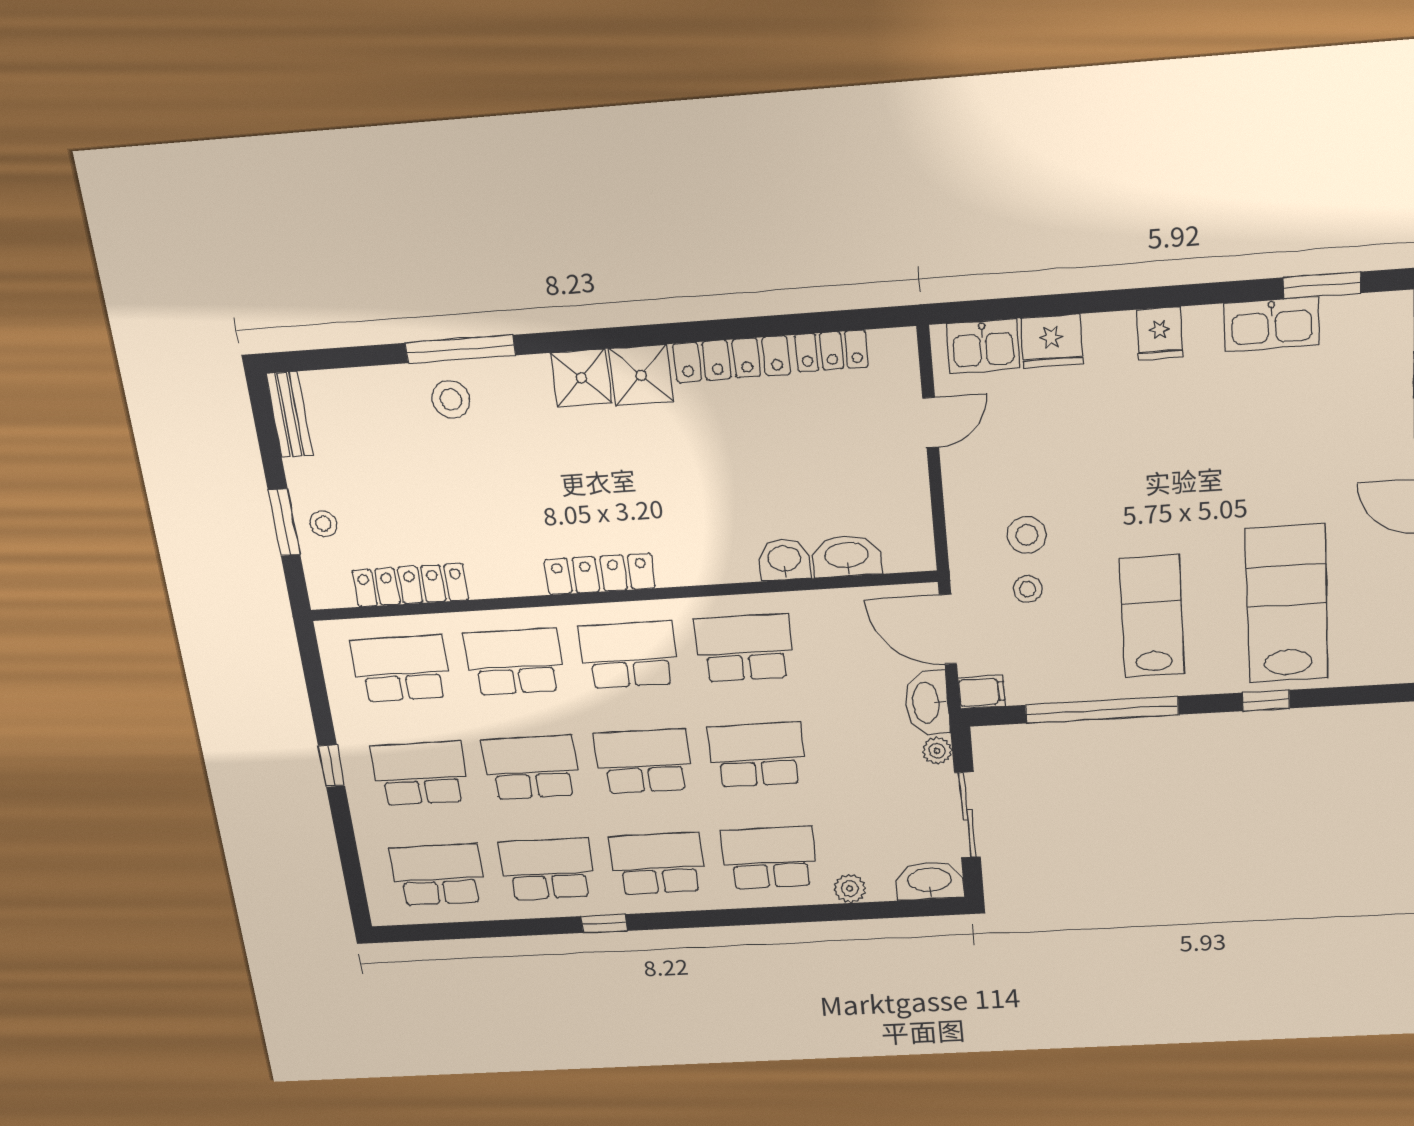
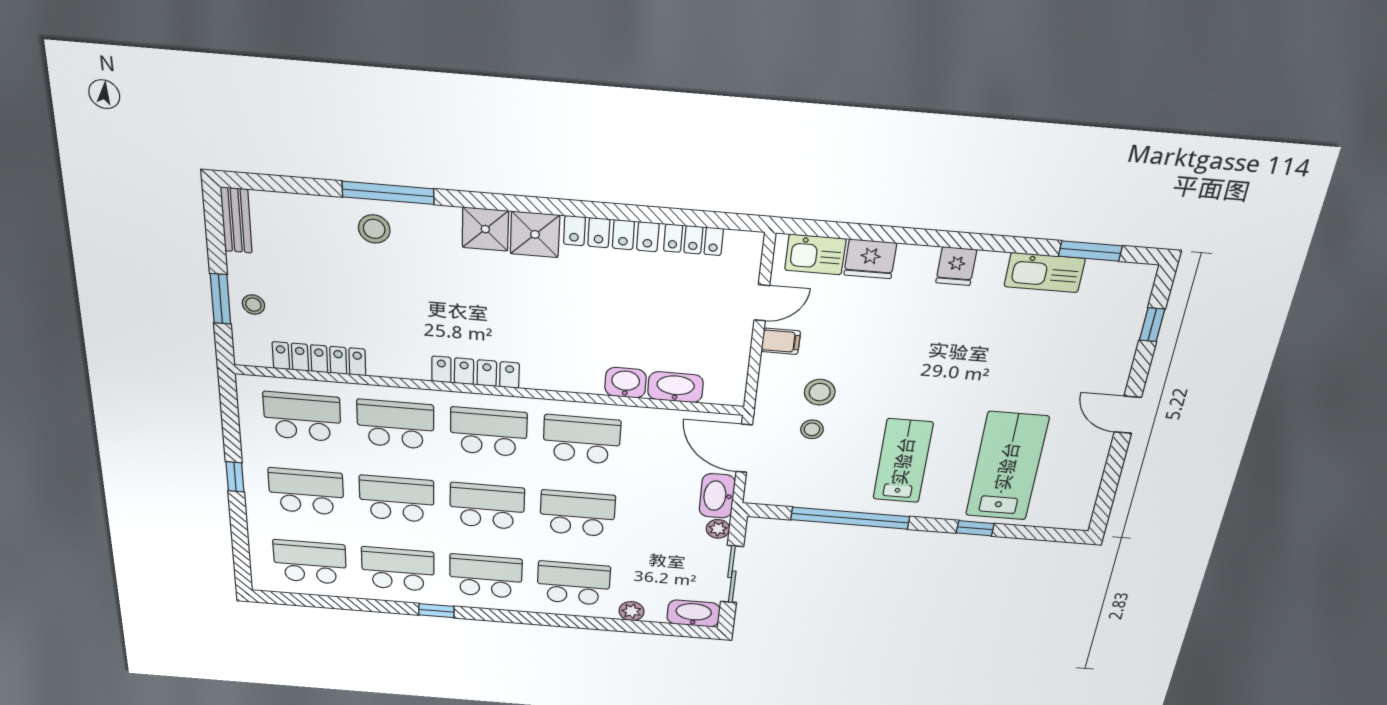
filing cabinet: (982, 692) -> (781, 341), moved

